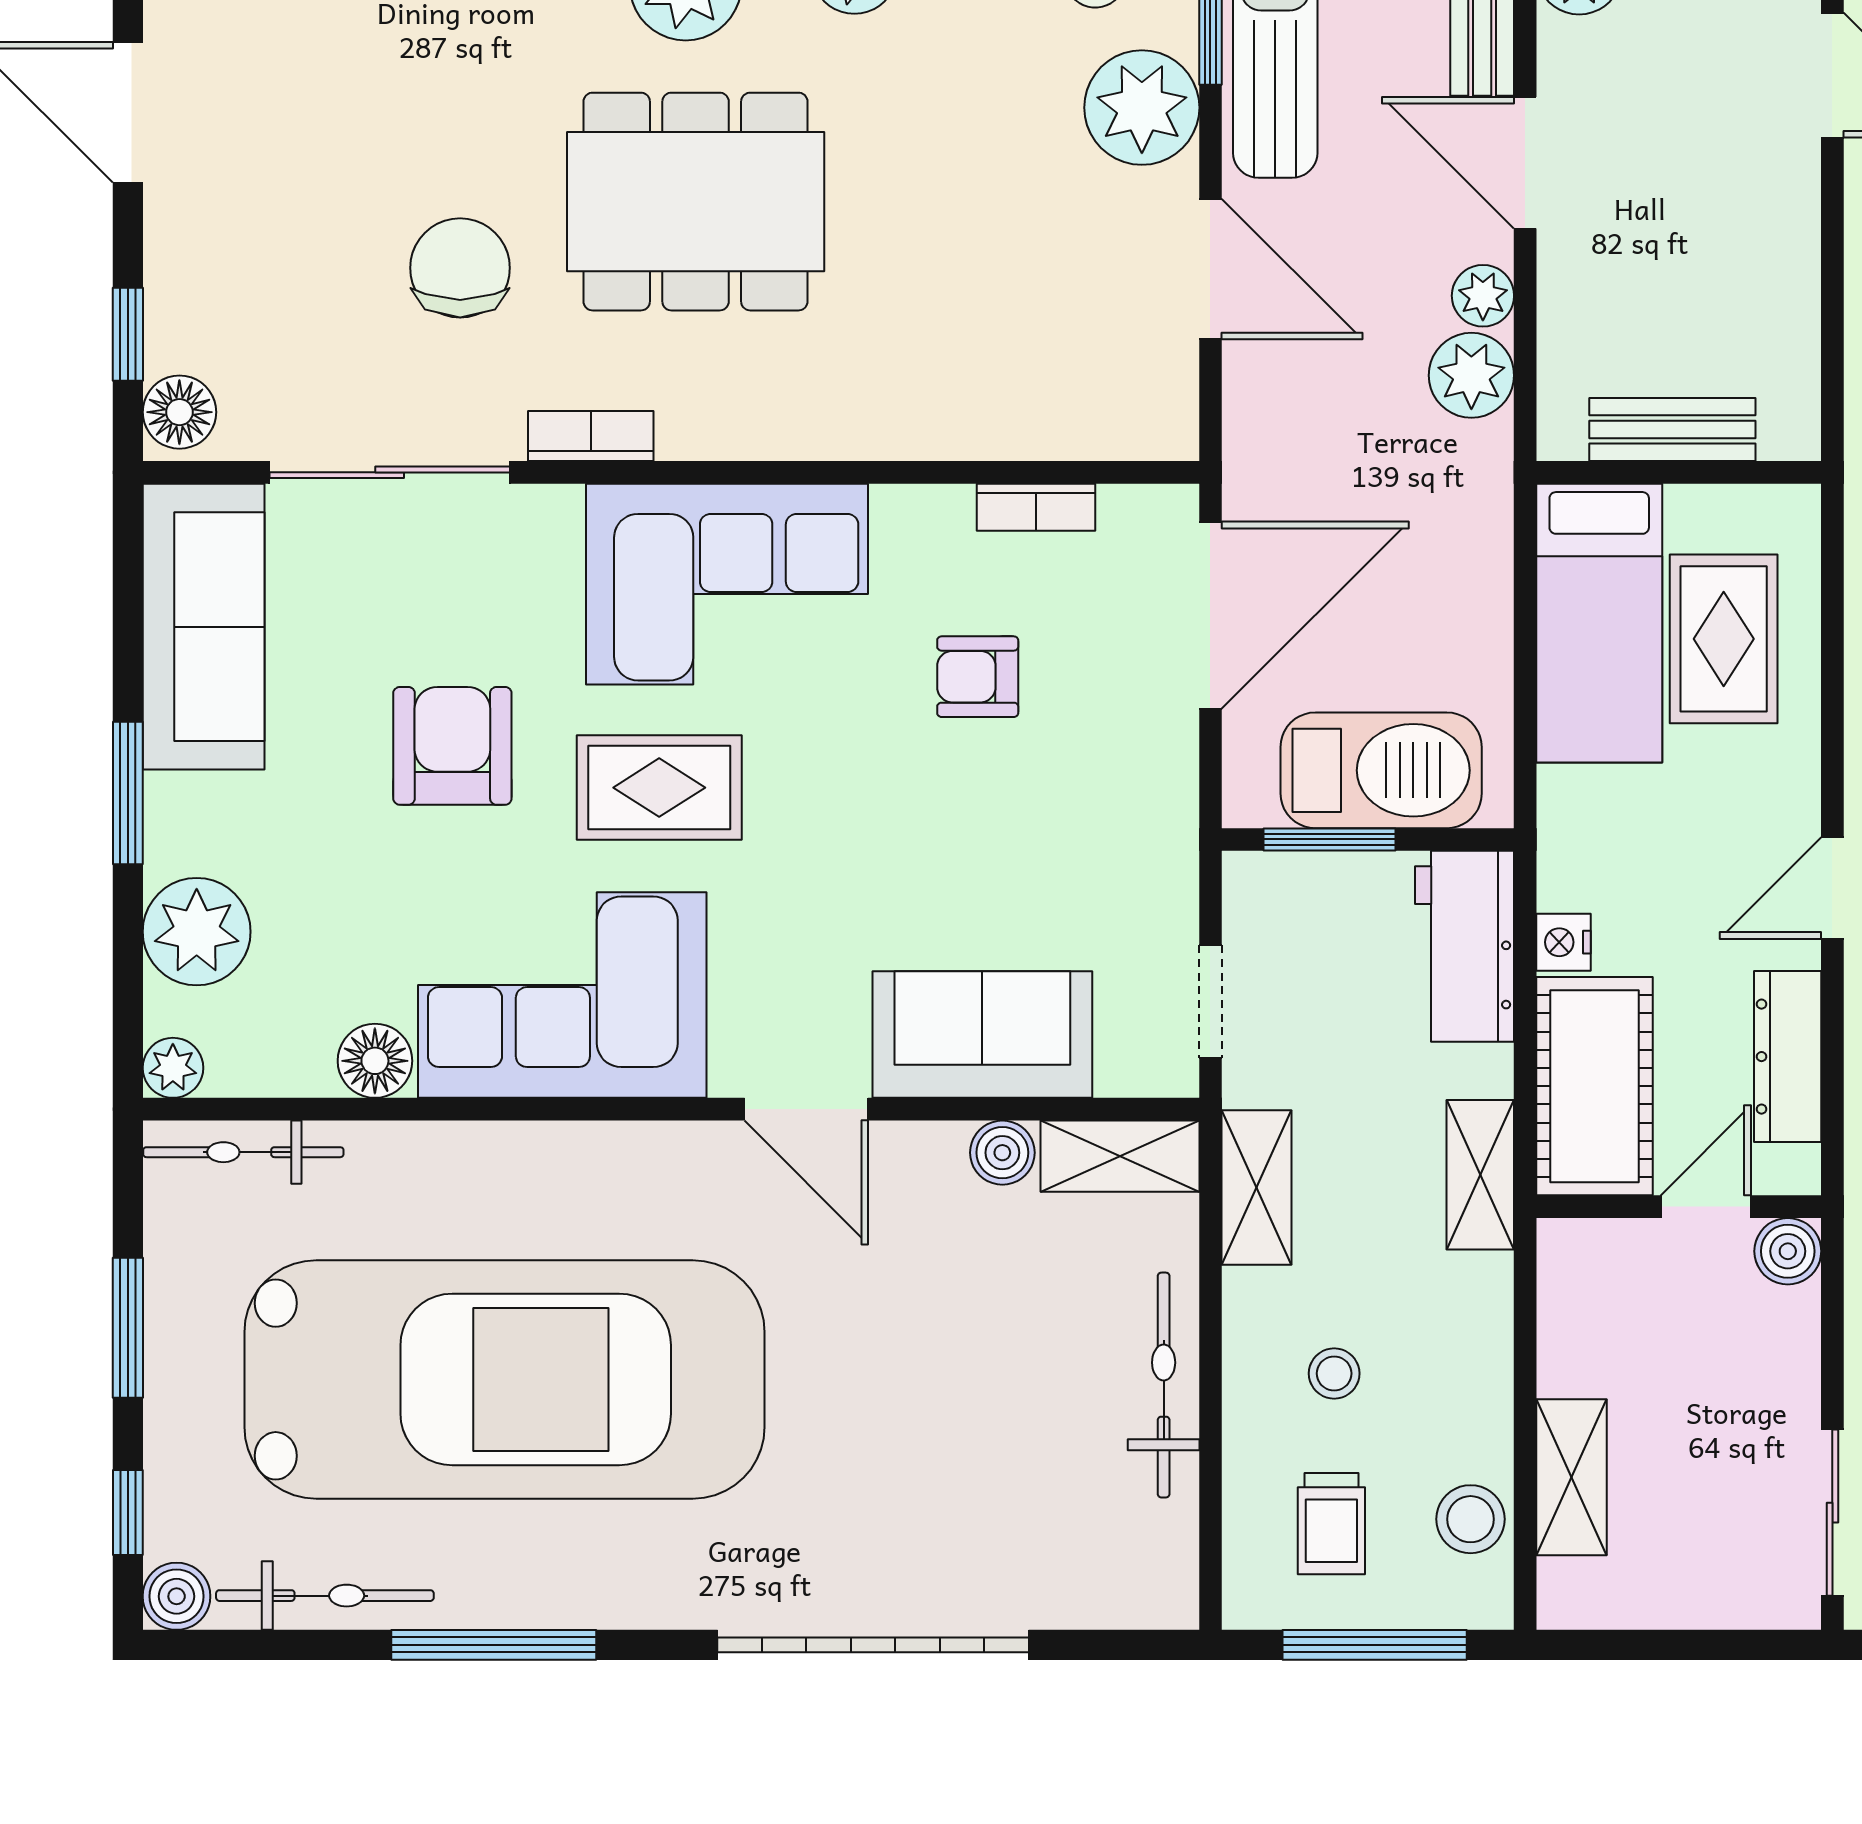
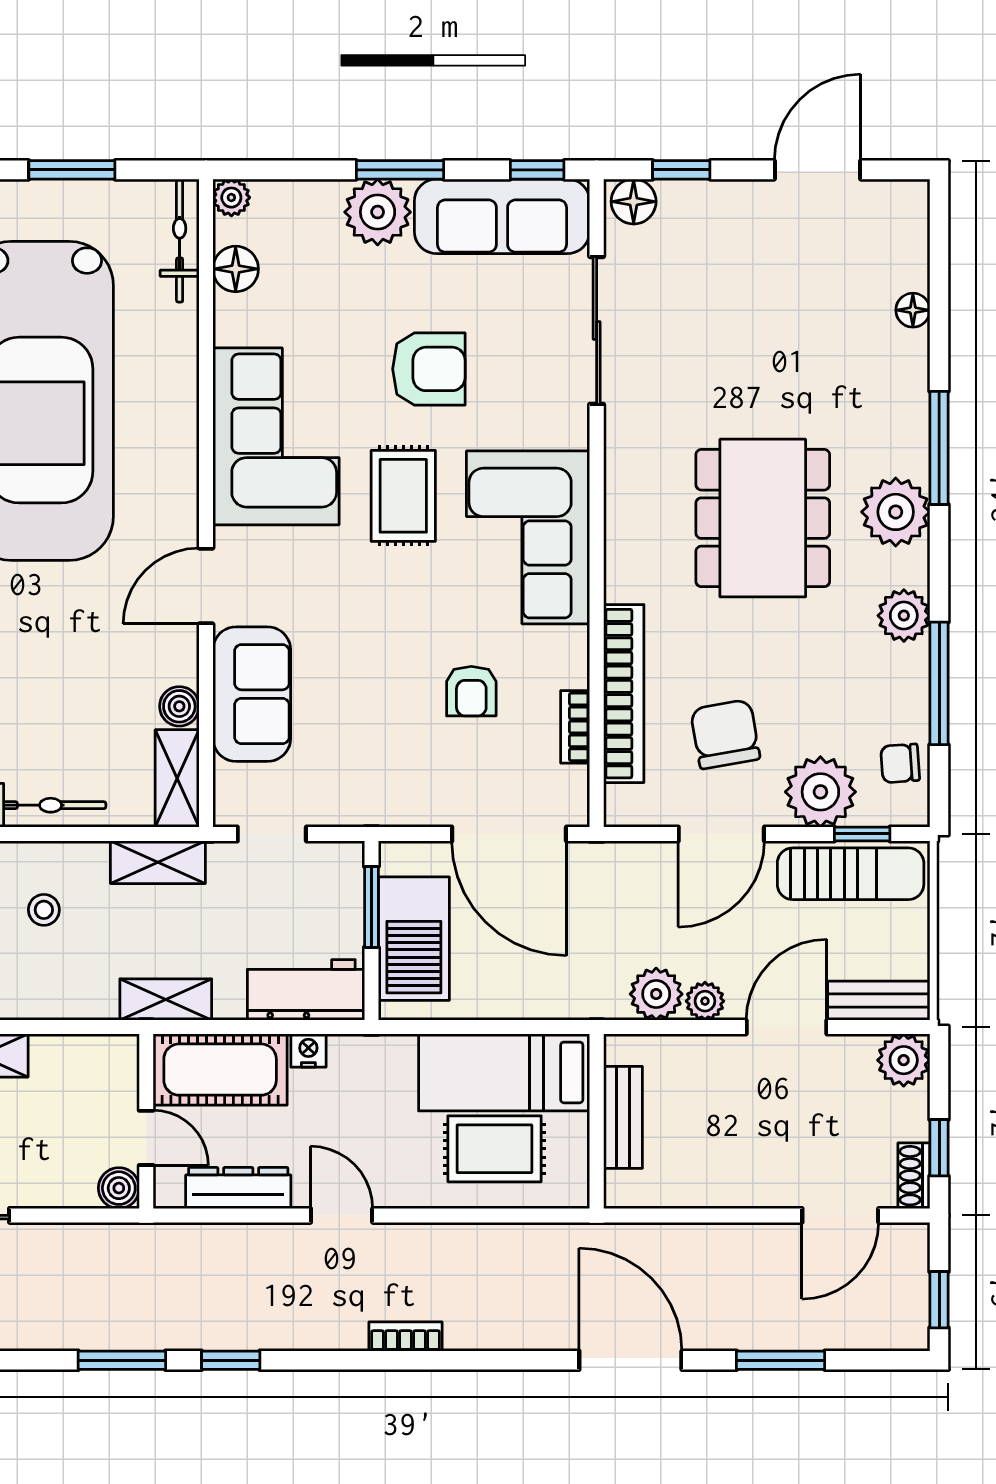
chair: (460, 268) -> (725, 734), moved, turned -100
bookcase: (591, 436) -> (624, 694), moved, width x2.31, depth x1.31
window: (128, 569) -> (537, 170), added
armchair: (978, 677) -> (471, 691), turned 180
plant: (197, 932) -> (378, 212), moved
floor lamp: (375, 1061) -> (236, 269), moved

